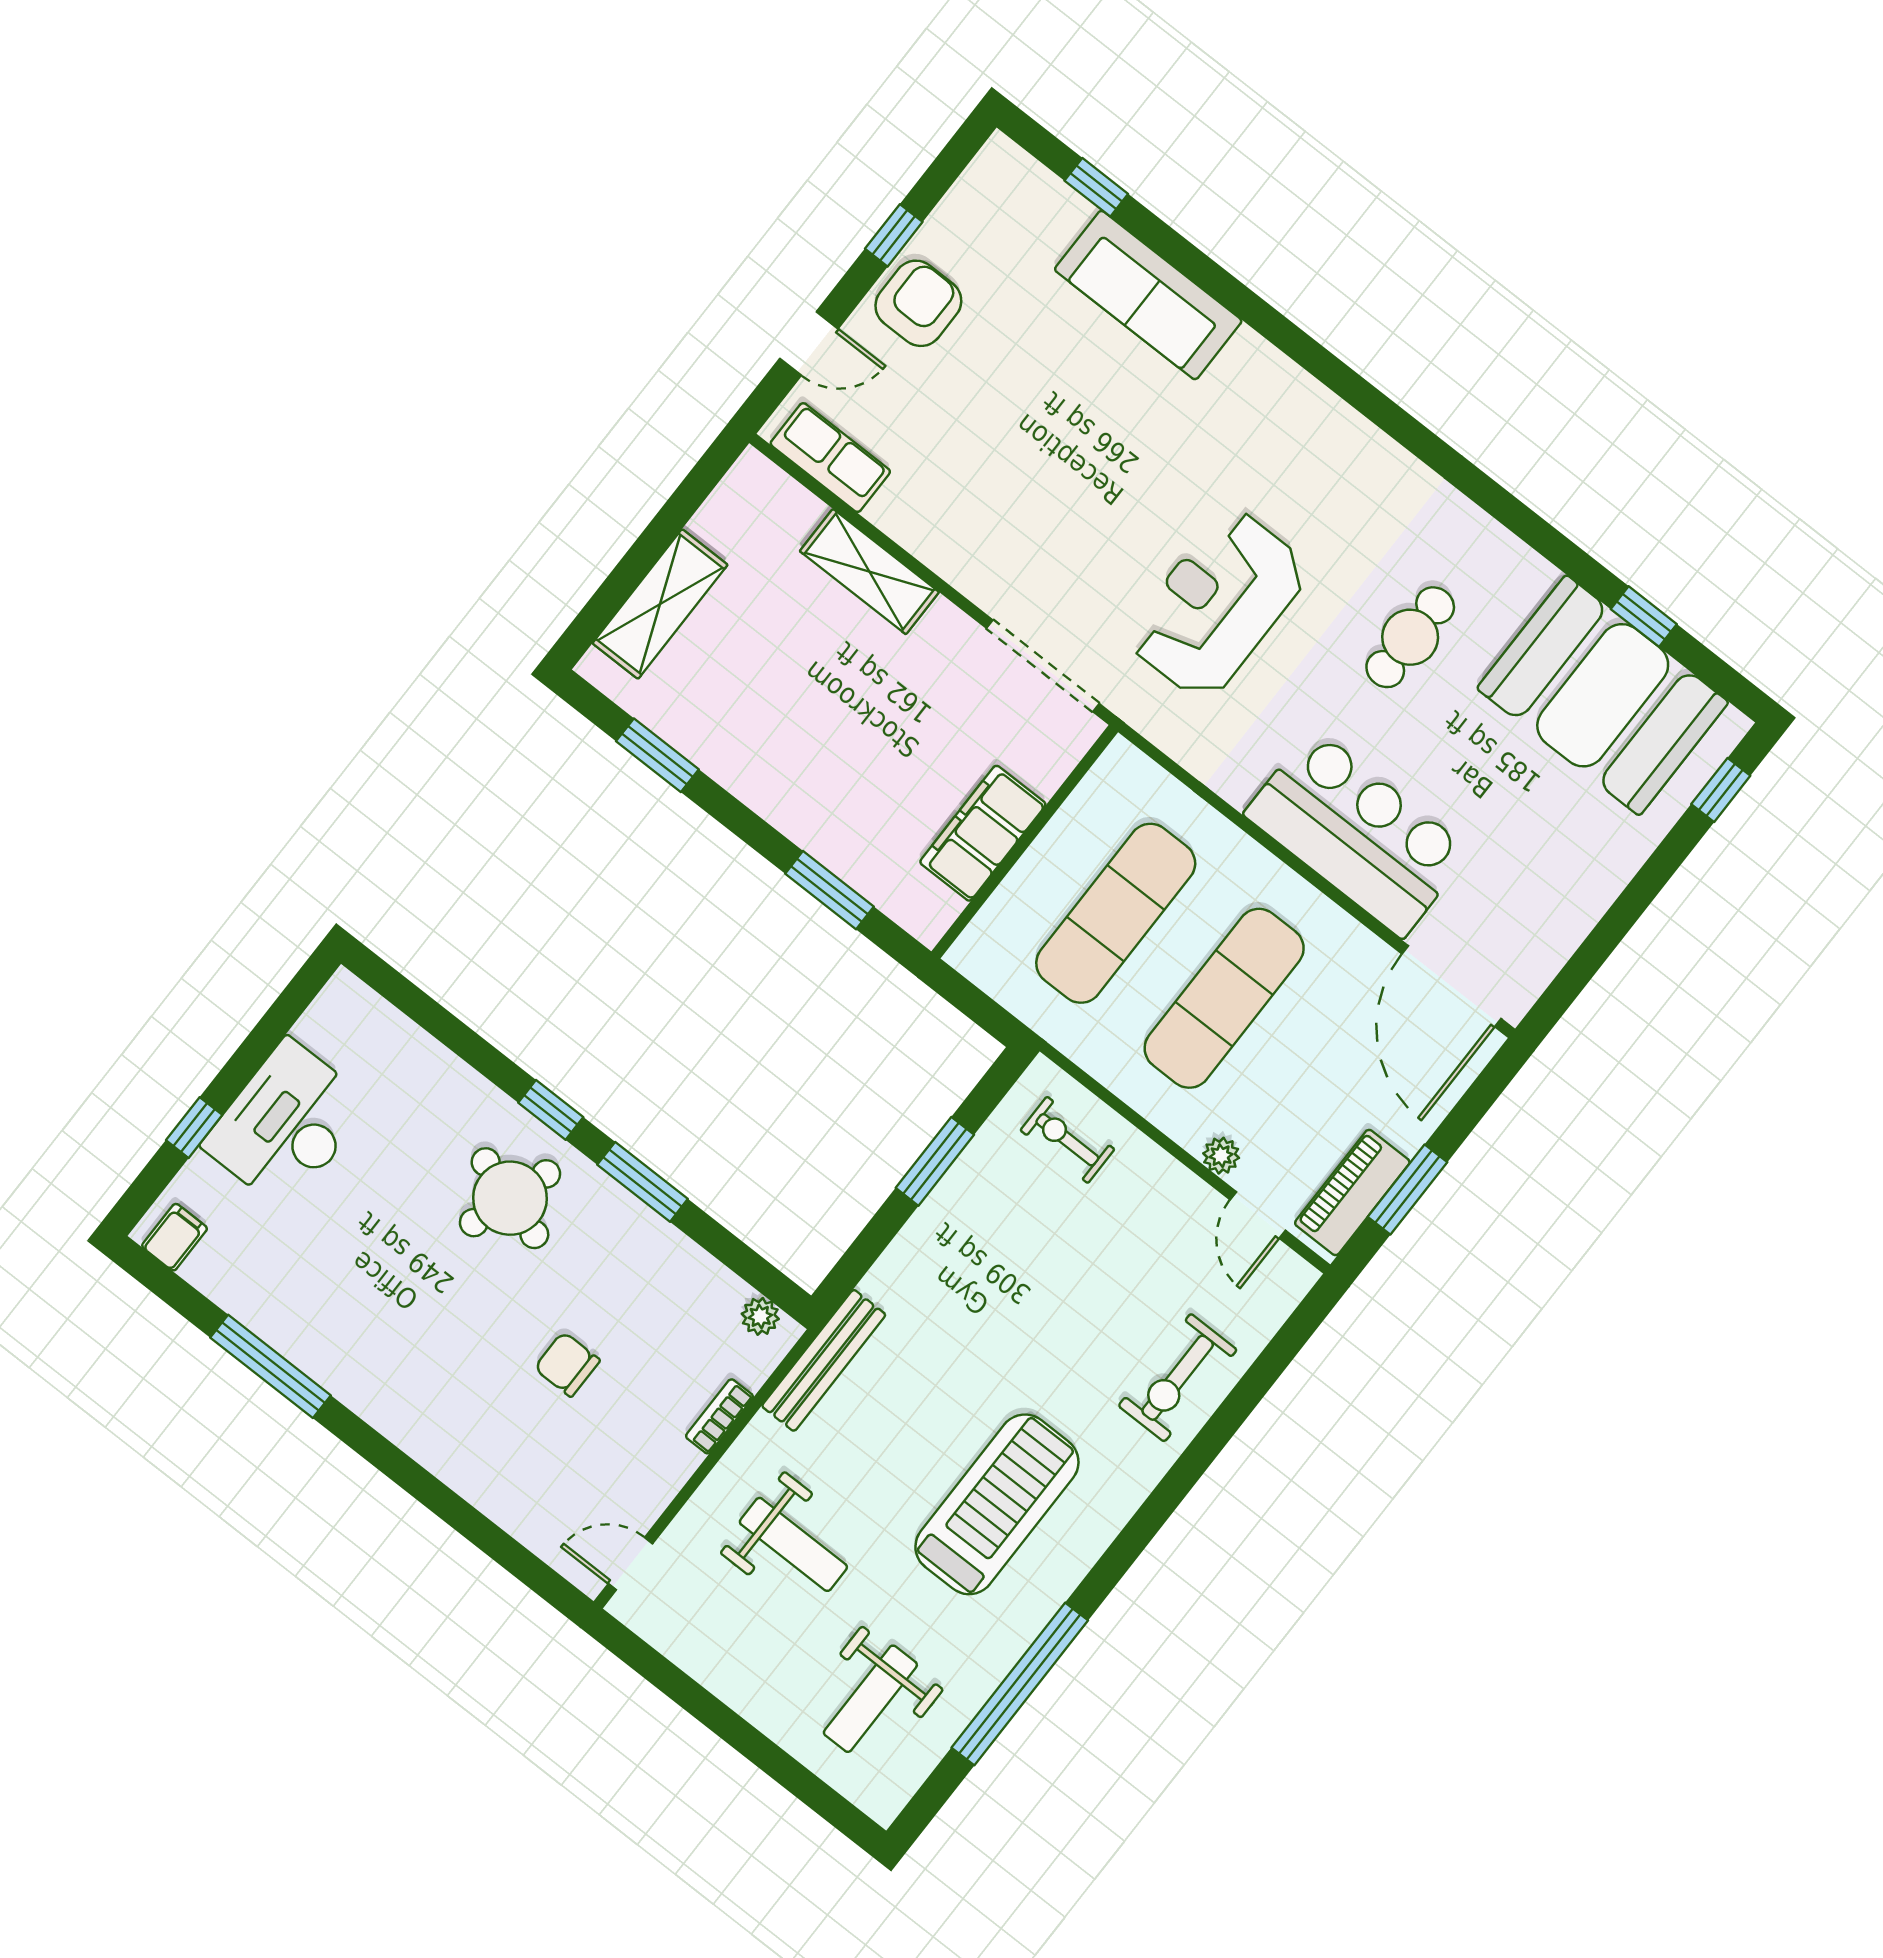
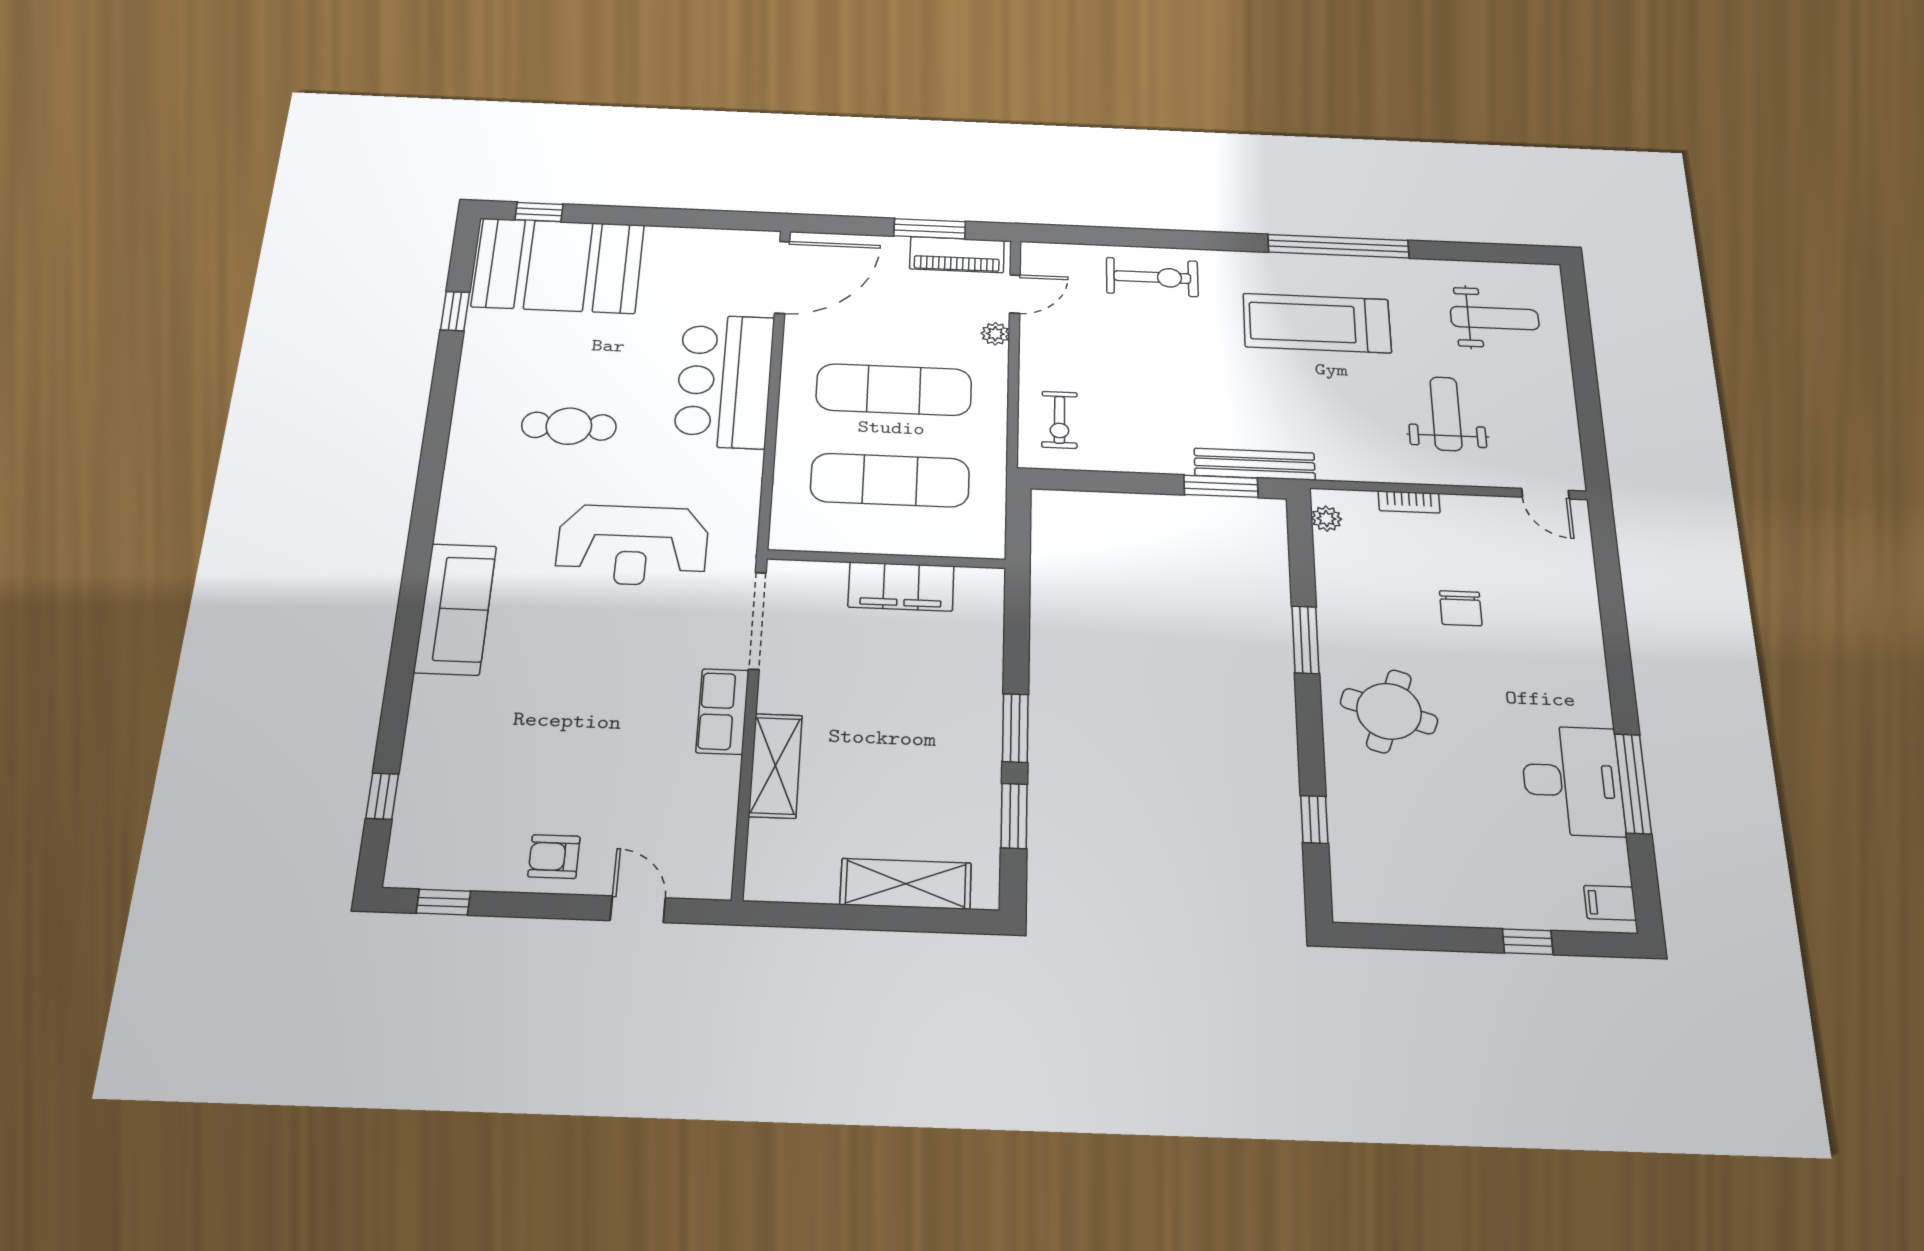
window: (894, 235) -> (443, 902), moved
sofa: (1148, 295) -> (455, 609), moved
armchair: (918, 303) -> (554, 857), width x0.72, depth x0.72
row of seats: (830, 458) -> (722, 711), moved
booth: (1603, 695) -> (558, 266), moved, turned 90
window: (829, 890) -> (1015, 728), moved
window: (551, 1110) -> (1314, 819), moved
desk: (287, 1124) -> (1572, 781), moved, turned -90
window: (935, 1161) -> (1221, 486), moved
bench: (824, 1360) -> (1255, 464), moved
window: (1020, 1684) -> (1338, 246), moved

